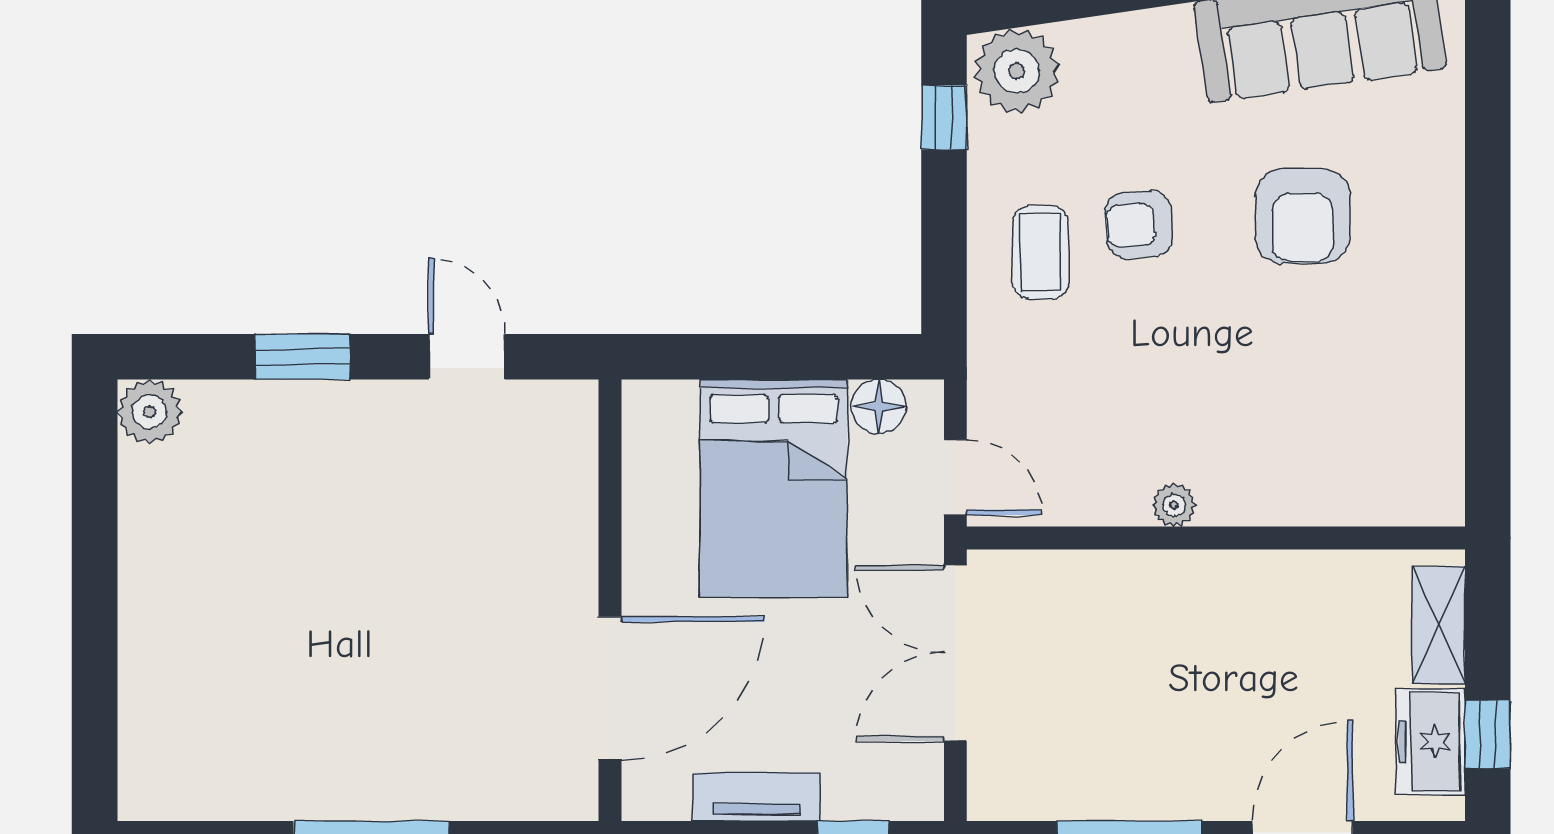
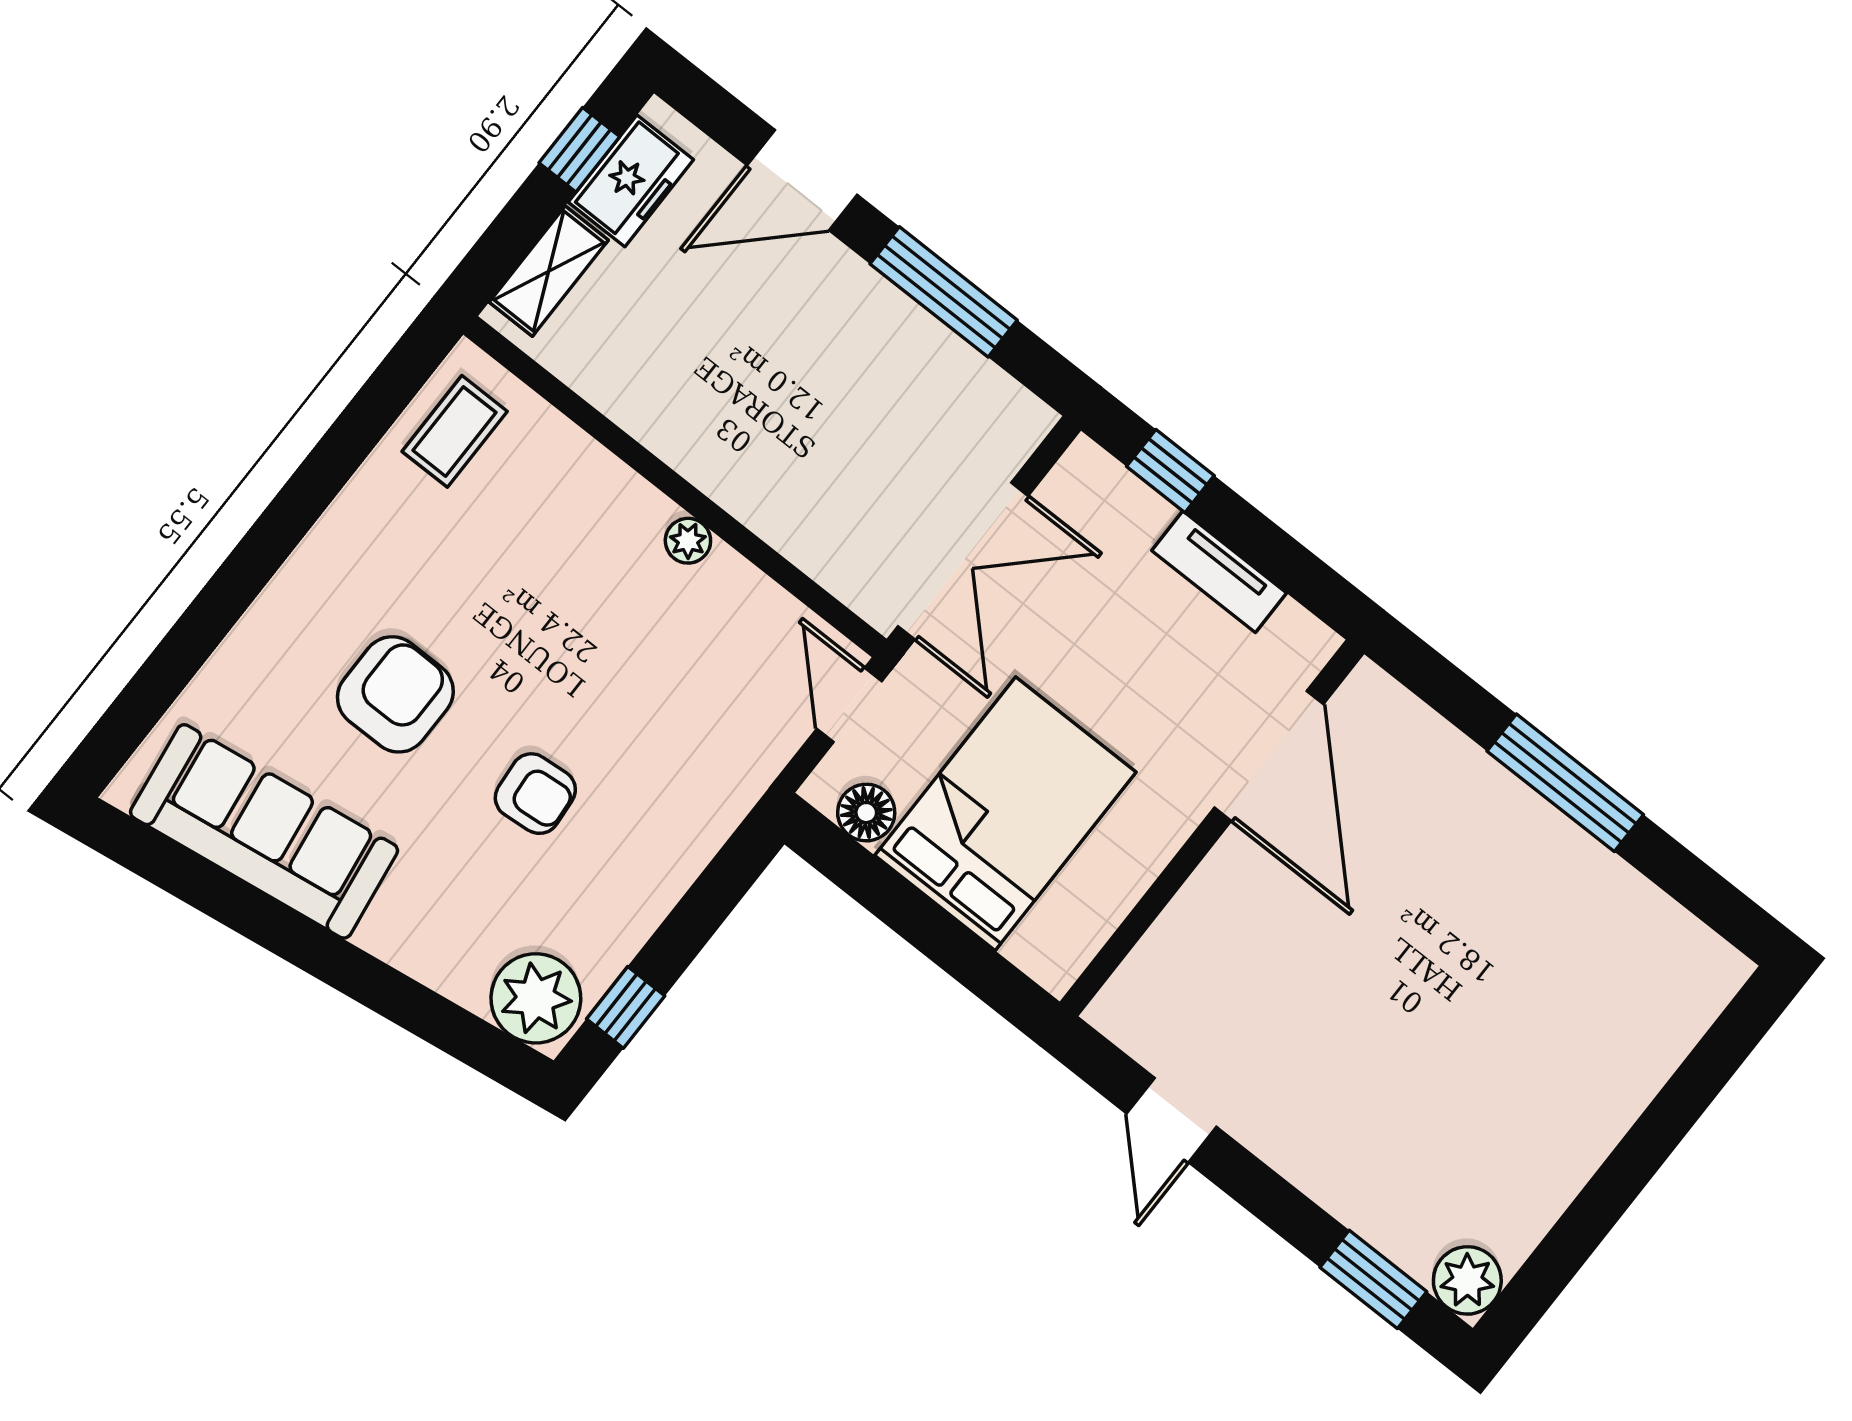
coffee table: (1041, 252) -> (455, 431), moved
window: (303, 357) -> (1373, 1279), moved
door: (610, 688) -> (1269, 756), swing flipped

